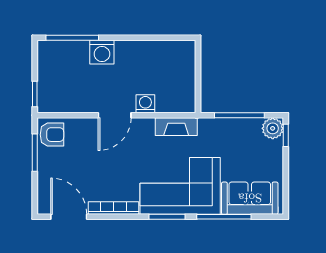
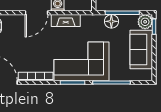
fireplace: (176, 127) -> (66, 21), moved
floor lamp: (224, 128) -> (111, 21), added
sofa: (250, 198) -> (141, 50), moved, turned -90

